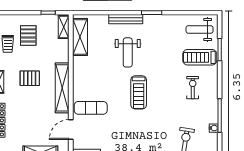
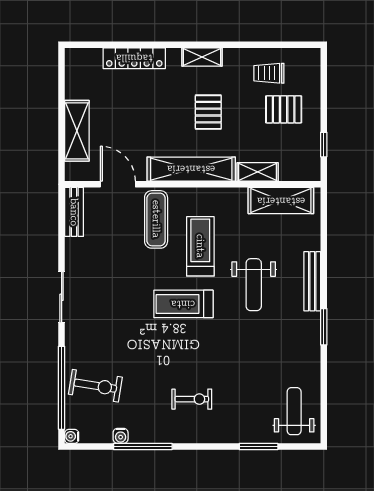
shelving: (64, 27) -> (258, 172), moved
weight bench: (128, 52) -> (254, 285), turned -90
treadmill: (200, 57) -> (200, 246), moved

